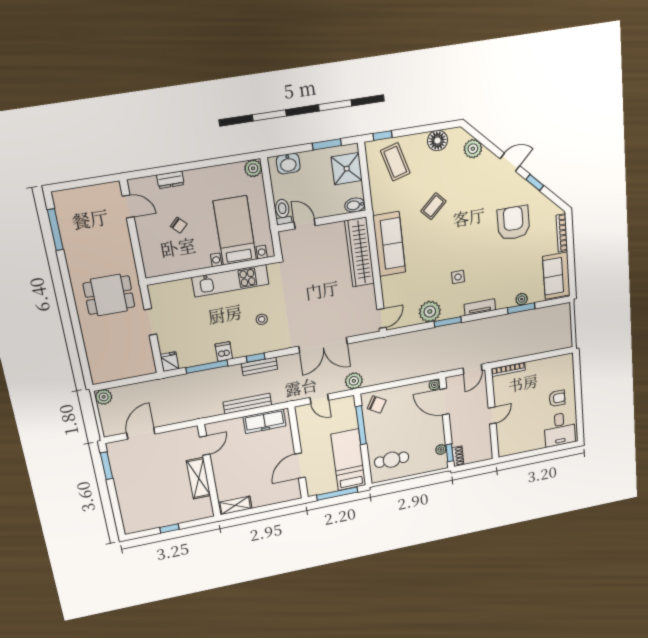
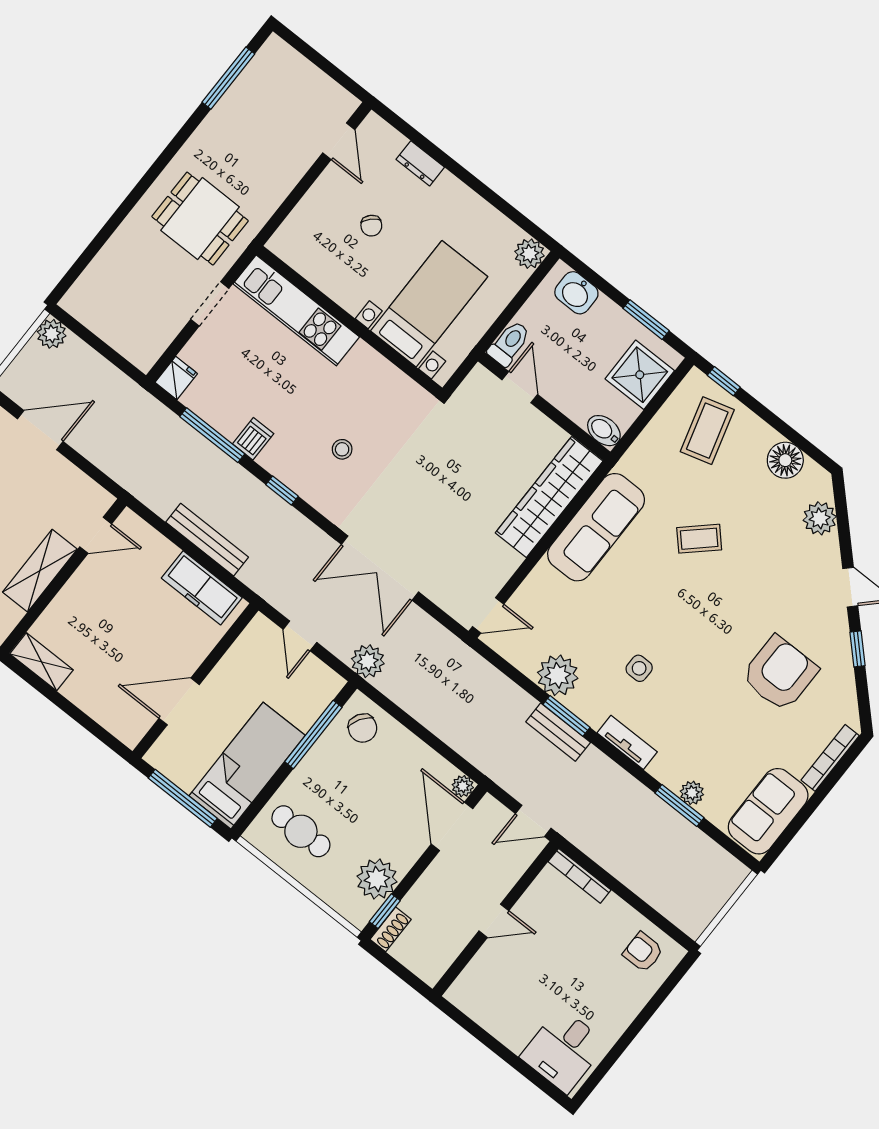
kitchen unit: (230, 281) -> (296, 310), moved
bench: (259, 366) -> (558, 732), moved
armchair: (557, 398) -> (643, 952), moved, turned 180
plant: (441, 450) -> (377, 879), width x1.87, depth x1.87

